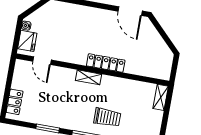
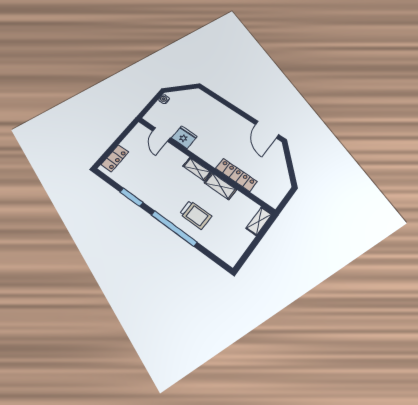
fridge: (27, 41) -> (184, 137), moved, turned -90
locker: (106, 63) -> (236, 175), moved
shelving: (115, 83) -> (220, 186), added

